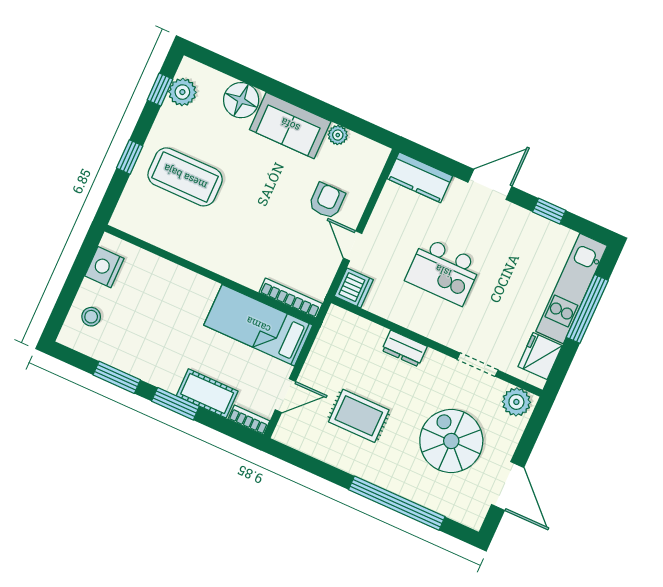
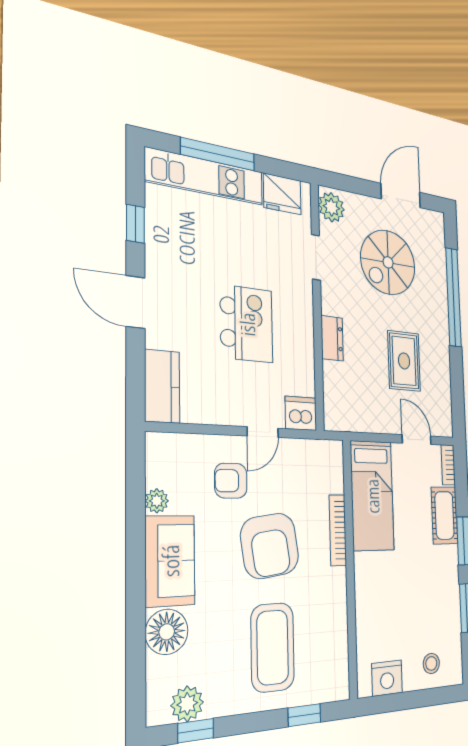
window: (130, 157) -> (304, 715), moved
armchair: (262, 211) -> (270, 546), added
bookcase: (291, 298) -> (338, 530), moved

